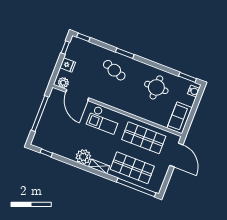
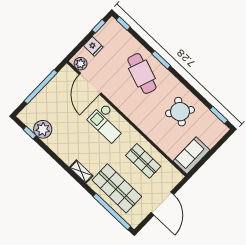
cafe table: (114, 70) -> (142, 74), width x1.37, depth x1.35
round table: (156, 87) -> (180, 112), turned 37
water cooler: (194, 91) -> (219, 133), removed
shop shelf: (144, 138) -> (143, 161), width x0.70, depth x0.74
door: (176, 155) -> (162, 203), moved
plant: (83, 157) -> (43, 129), moved

